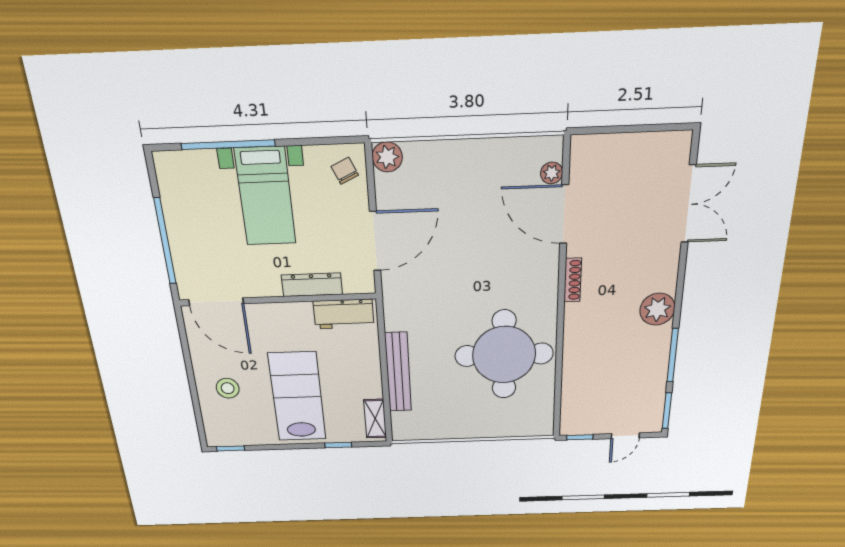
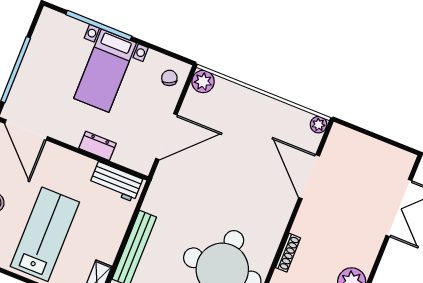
plant: (552, 173) -> (319, 125), moved
shoe rack: (573, 280) -> (288, 253), moved
dresser: (312, 285) -> (97, 146), width x0.70

